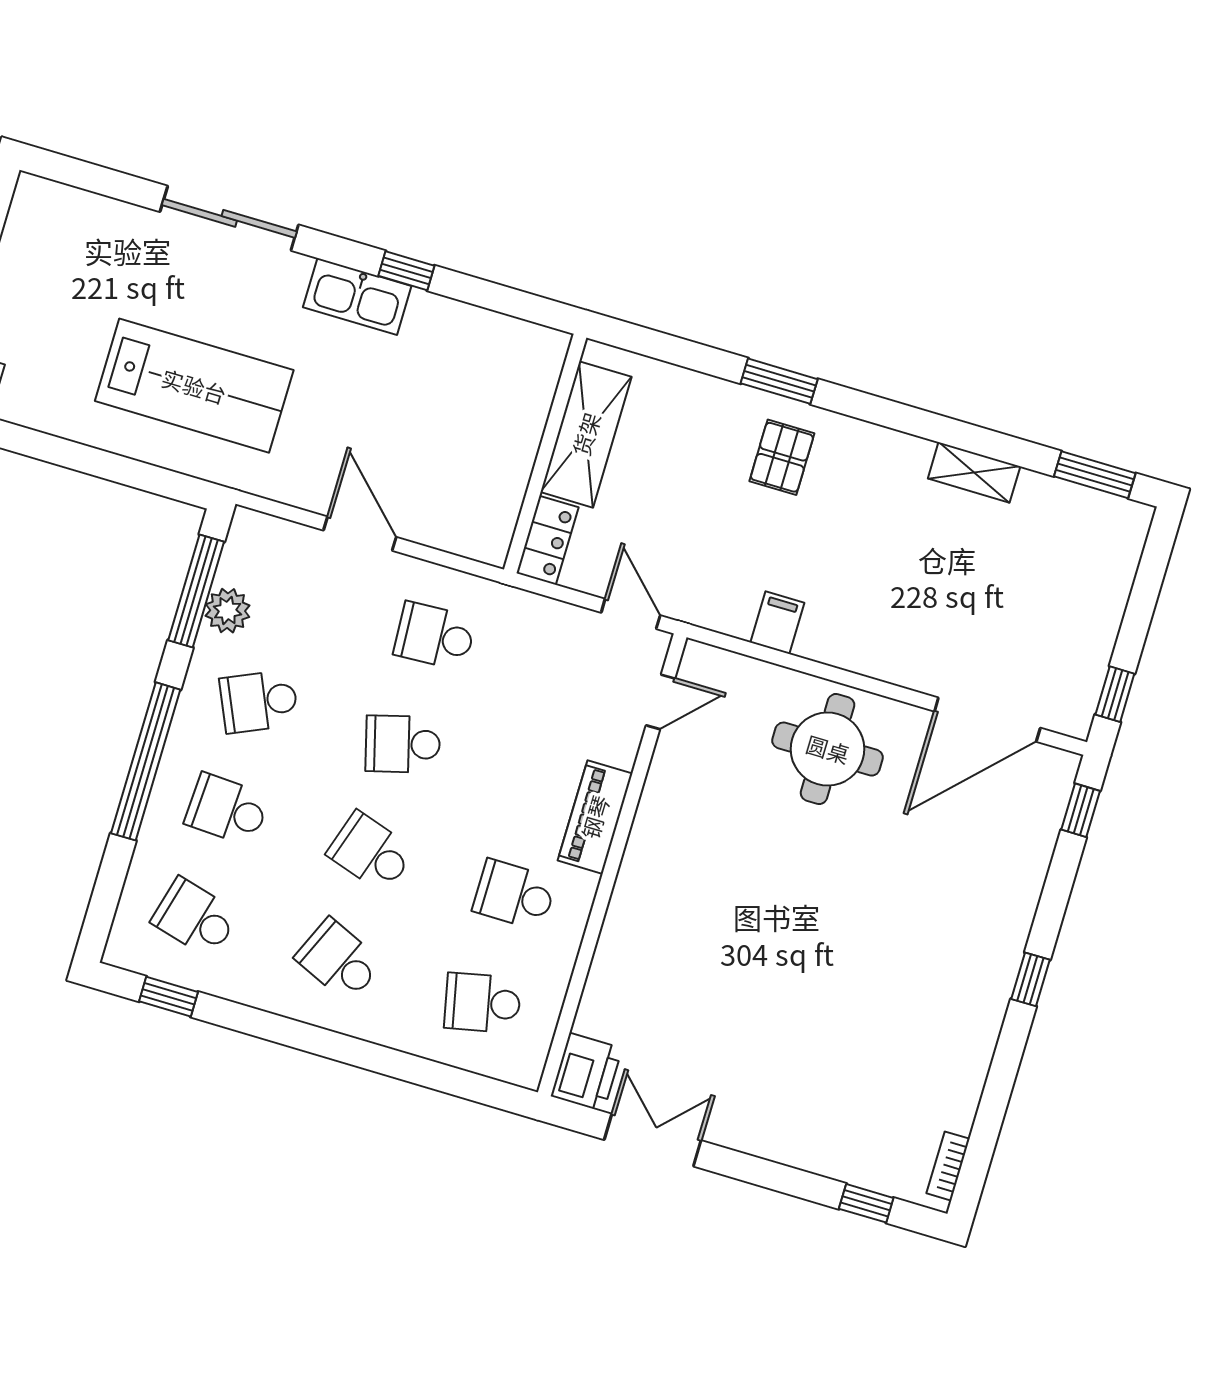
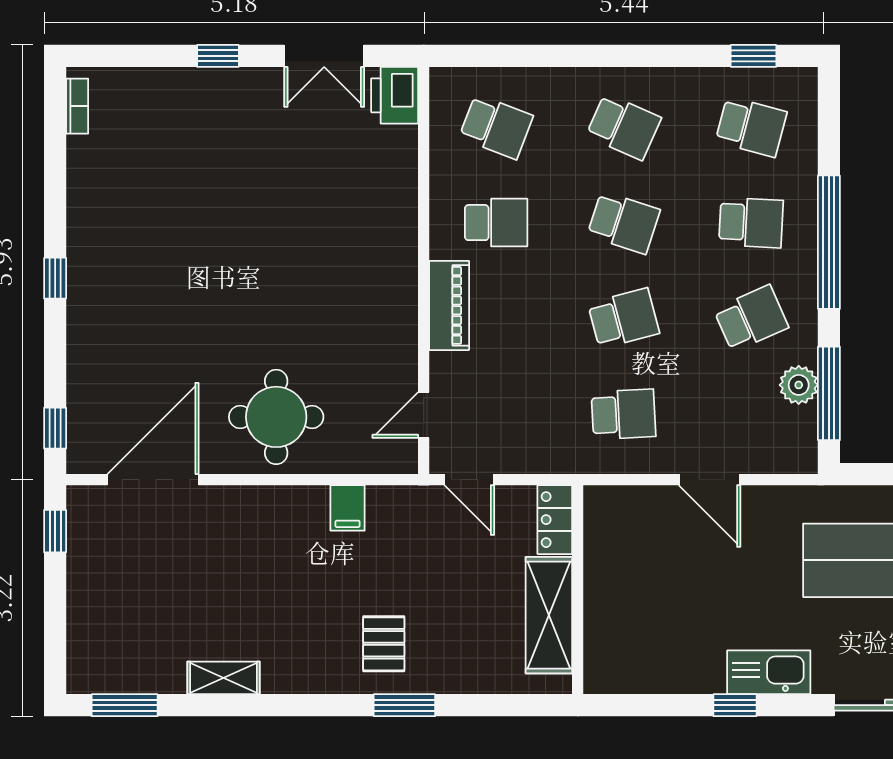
school desk: (483, 1003) -> (496, 127), turned 33
window: (866, 1203) -> (218, 56), moved

